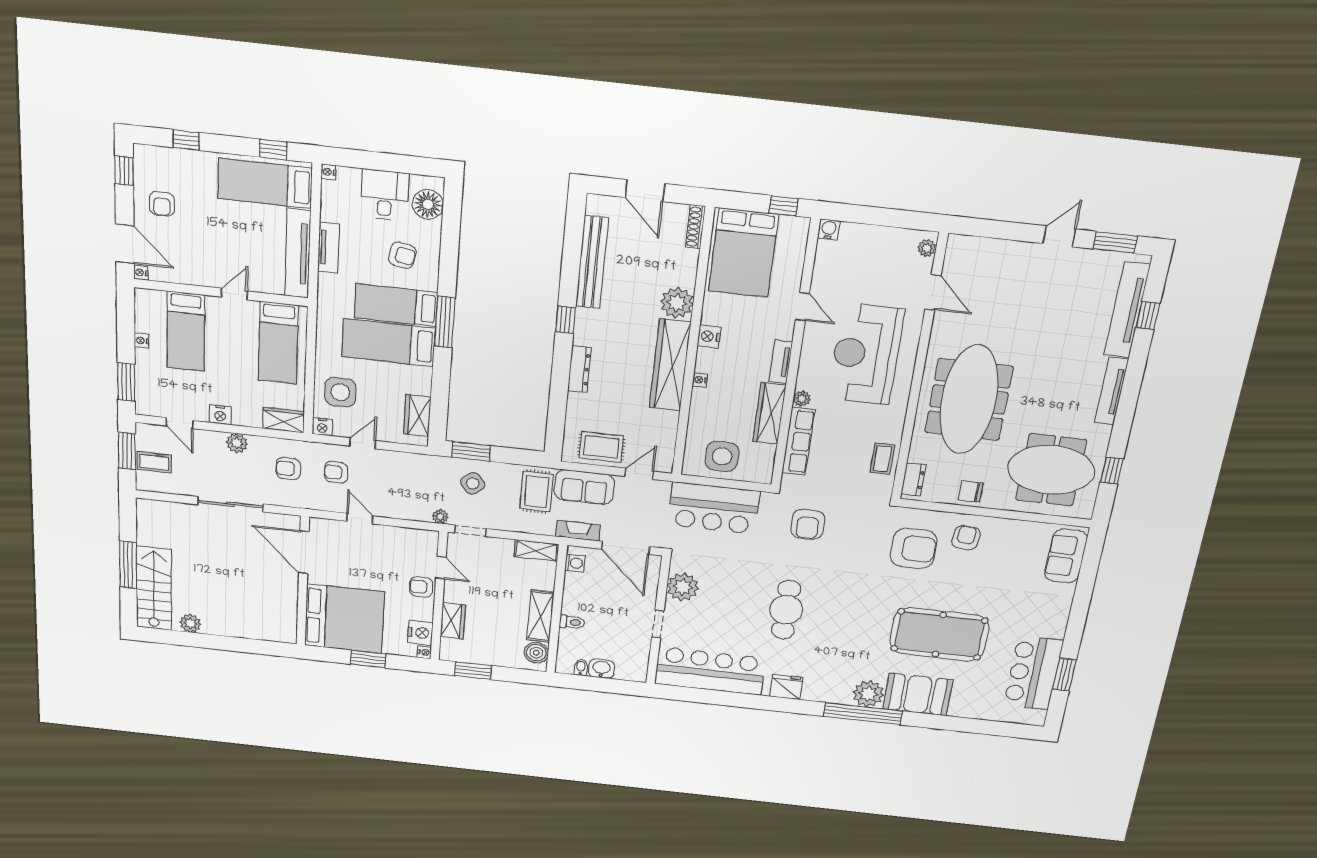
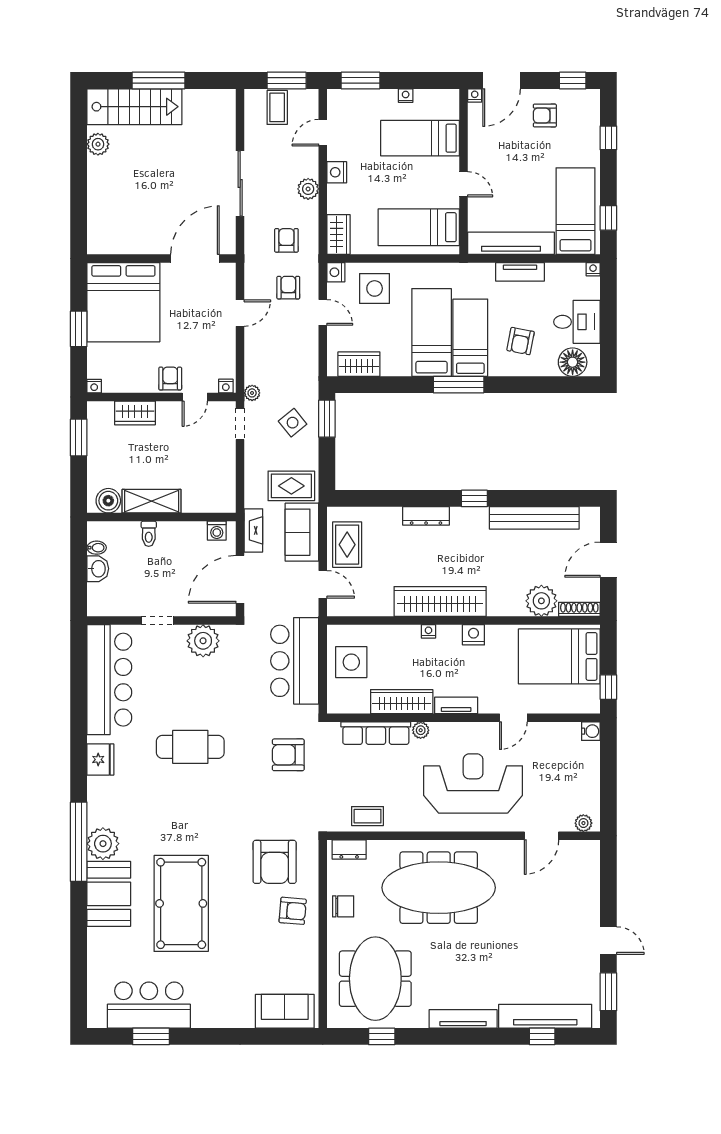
plant: (677, 303) -> (541, 601), moved
chair: (971, 491) -> (343, 906), turned 90
shelving: (536, 550) -> (226, 491), removed
nightstand: (420, 633) -> (226, 386), moved, width x0.53, depth x0.56

